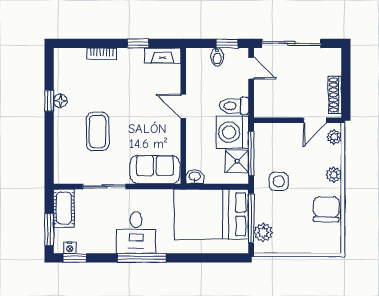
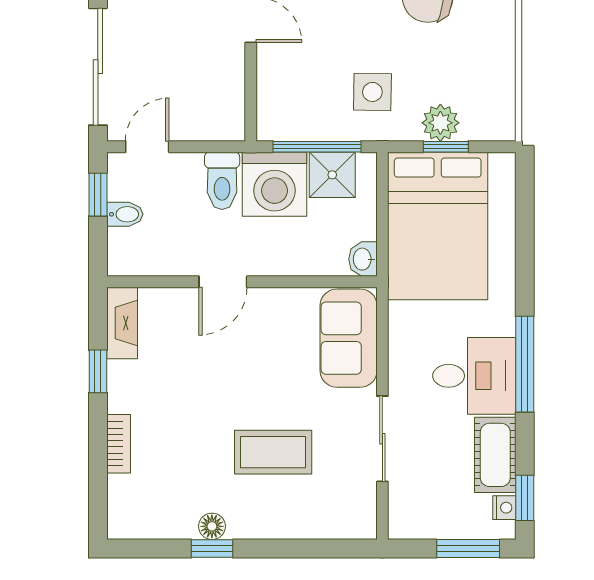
cot: (64, 208) -> (495, 455), moved, turned 90
window: (251, 218) -> (446, 147), width x0.46
plant: (263, 232) -> (440, 123), moved

